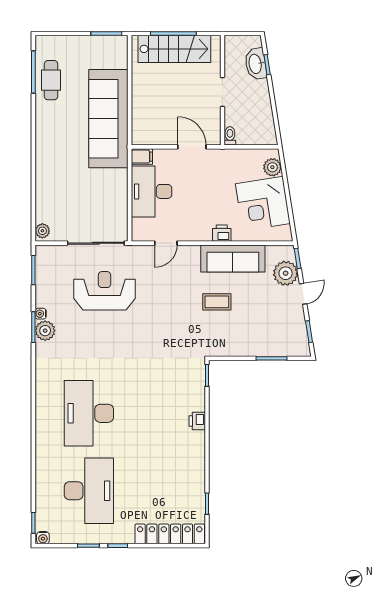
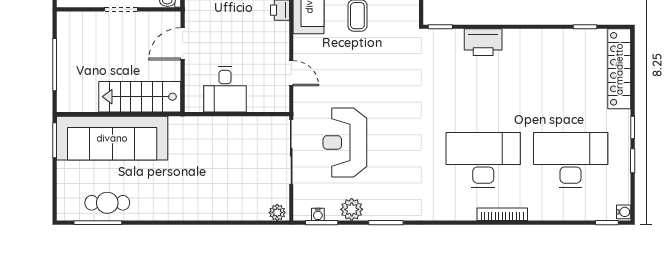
stairs: (174, 49) -> (140, 97), moved, turned -90
sofa: (108, 119) -> (112, 138), moved
filing cabinet: (142, 157) -> (193, 100), removed
desk: (152, 191) -> (225, 89), width x0.73
water cooler: (41, 314) -> (318, 214), moved
plant: (45, 331) -> (352, 209), moved
desk: (89, 413) -> (483, 160), turned 180
printer: (197, 421) -> (483, 42), width x1.87, depth x1.48
bookcase: (41, 430) -> (502, 214), added

